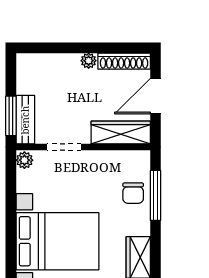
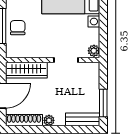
window: (11, 116) -> (103, 103), moved
bench: (25, 120) -> (83, 119), moved, turned 90

